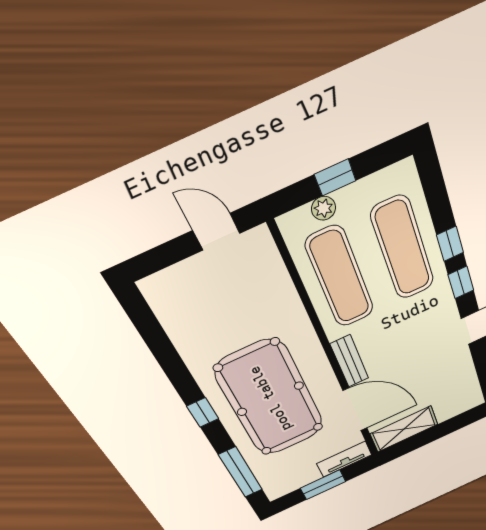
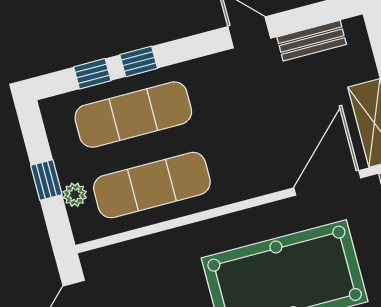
window: (461, 283) -> (92, 74), moved
bench: (349, 361) -> (312, 41), moved

